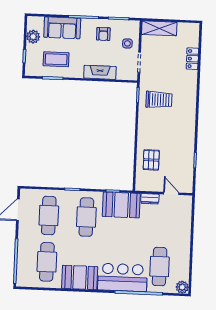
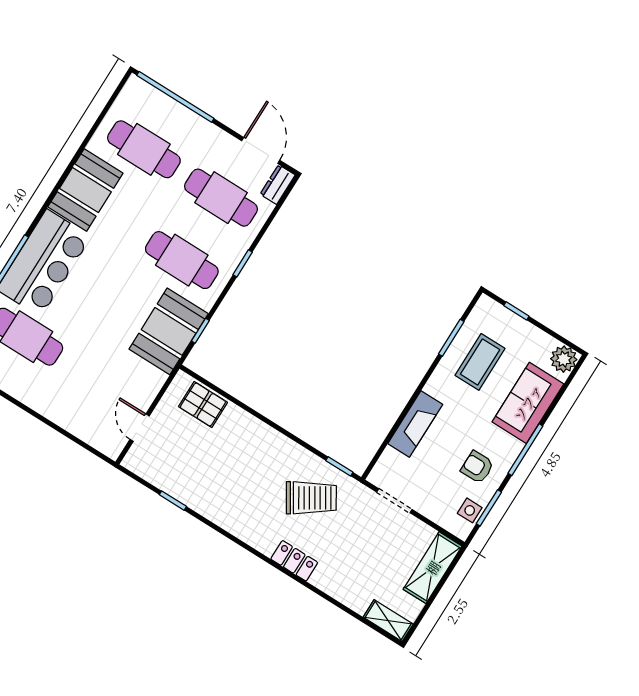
shelving: (194, 35) -> (388, 621), added
plant: (33, 37) -> (564, 359), moved
side table: (127, 43) -> (470, 510), moved
locker: (192, 59) -> (294, 561), moved
trolley: (159, 100) -> (311, 498), turned -122
pallet: (151, 160) -> (203, 405), moved
door: (171, 193) -> (140, 428), swing flipped
dresser: (150, 199) -> (278, 185), moved

